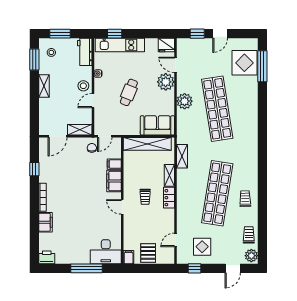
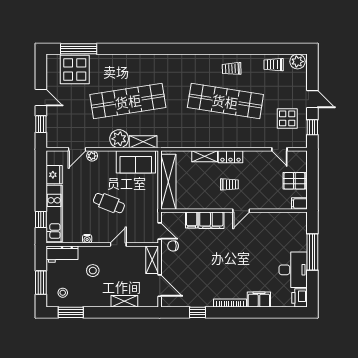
fridge: (166, 45) -> (54, 175), moved
plant: (166, 82) -> (92, 156), width x0.53, depth x0.53
shelving: (44, 86) -> (124, 301), moved
stool: (83, 86) -> (93, 271), moved
door: (93, 101) -> (118, 245), swing flipped
sofa: (157, 125) -> (136, 162), moved, turned -90
shelving: (182, 156) -> (143, 142), moved
desk: (106, 252) -> (293, 270), moved
door: (233, 268) -> (312, 99), moved

